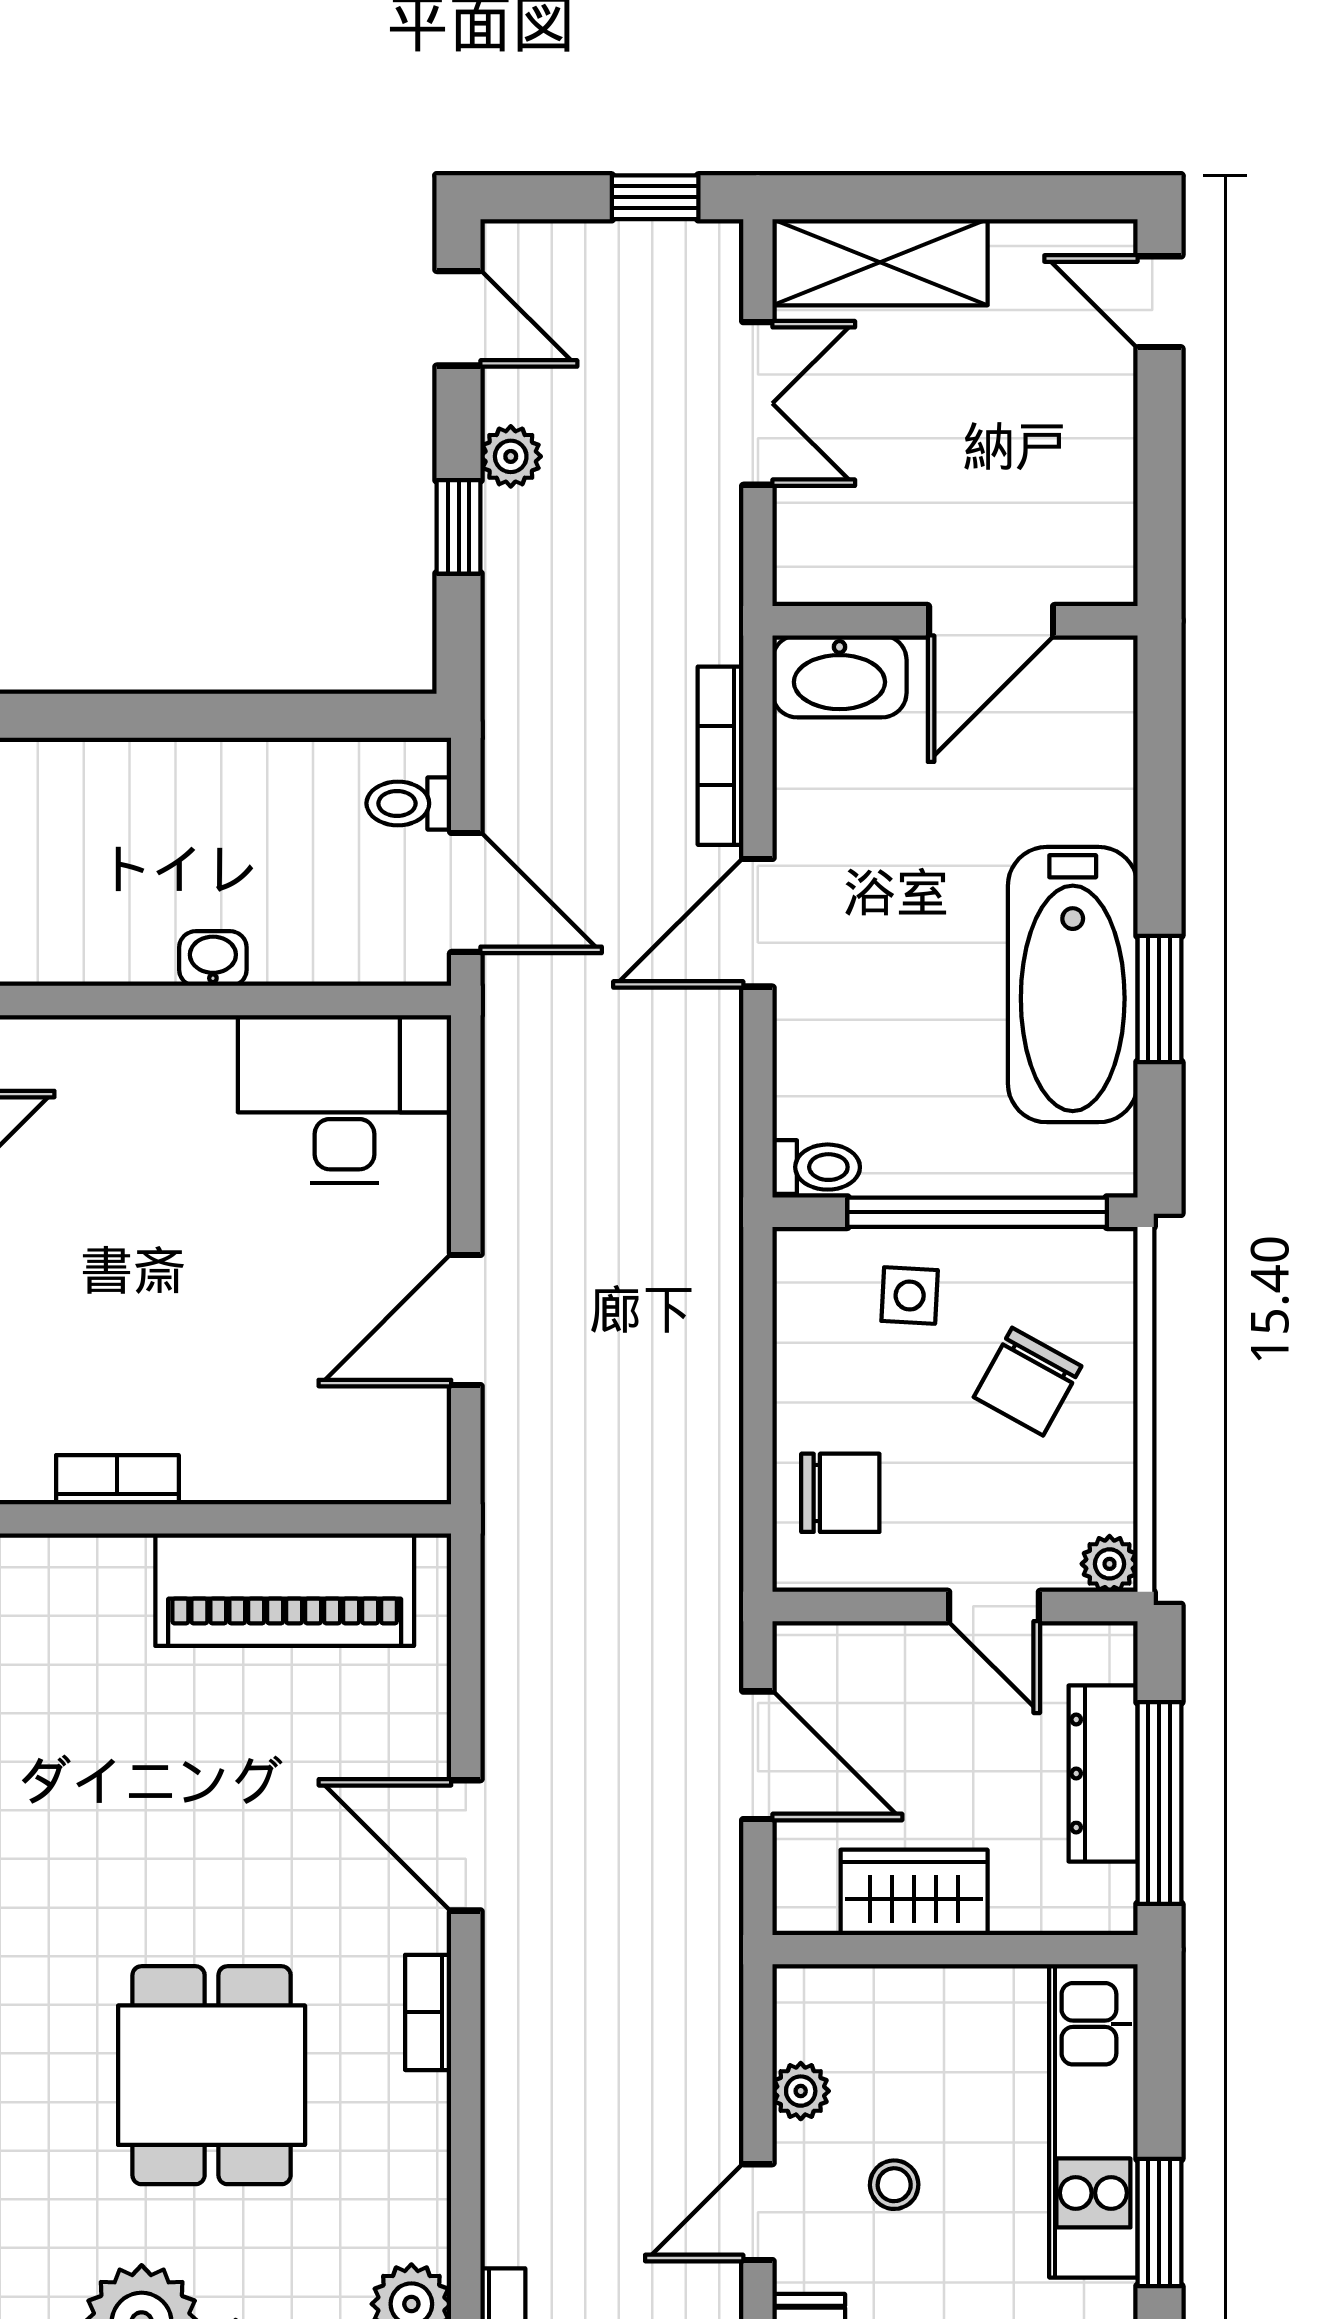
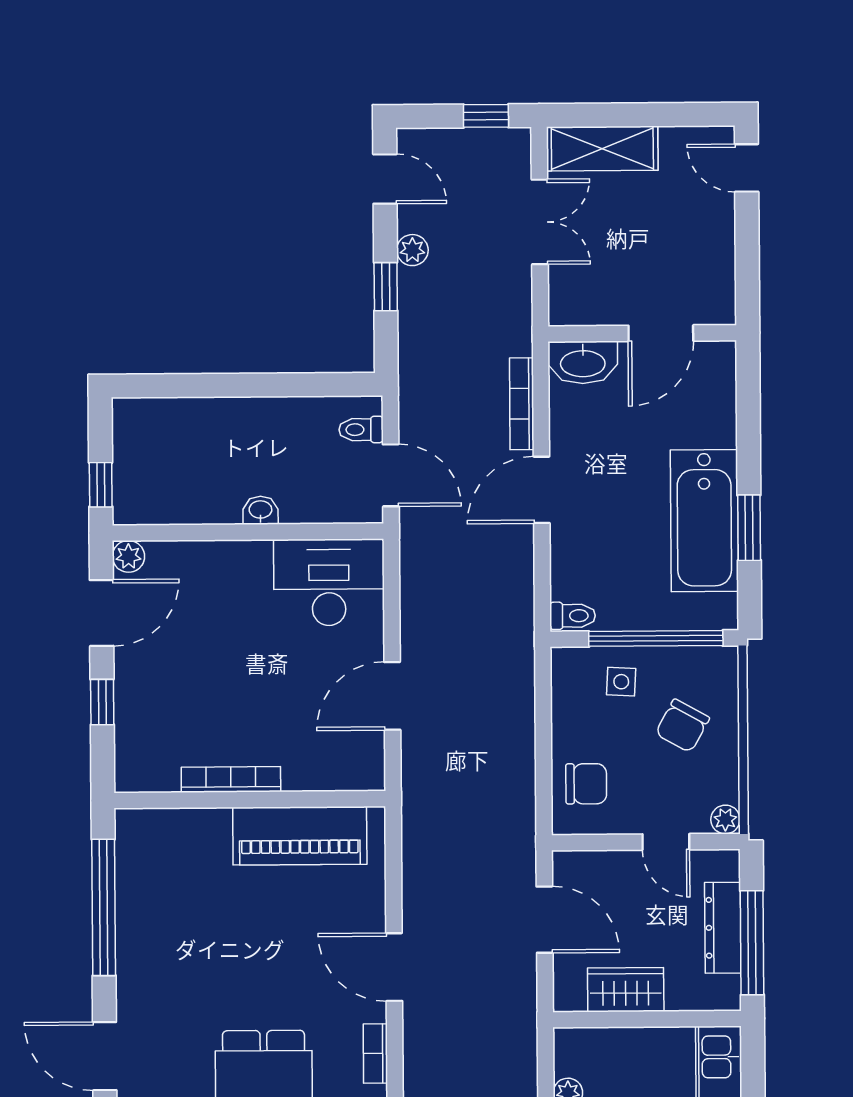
bookcase: (117, 1480) -> (231, 779), width x1.56

